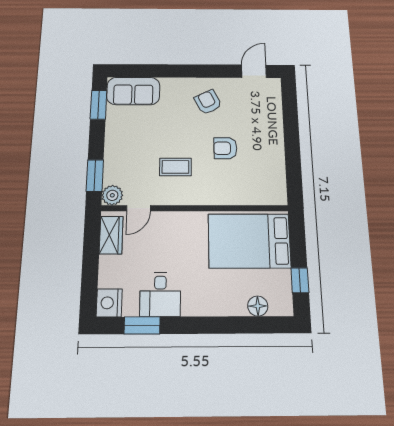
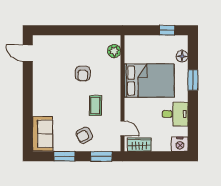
armchair: (208, 102) -> (84, 135), moved
window: (98, 105) -> (64, 156), moved
plant: (112, 195) -> (114, 51), moved
bed: (249, 241) -> (149, 81), moved, turned -90
window: (142, 325) -> (193, 80), moved

